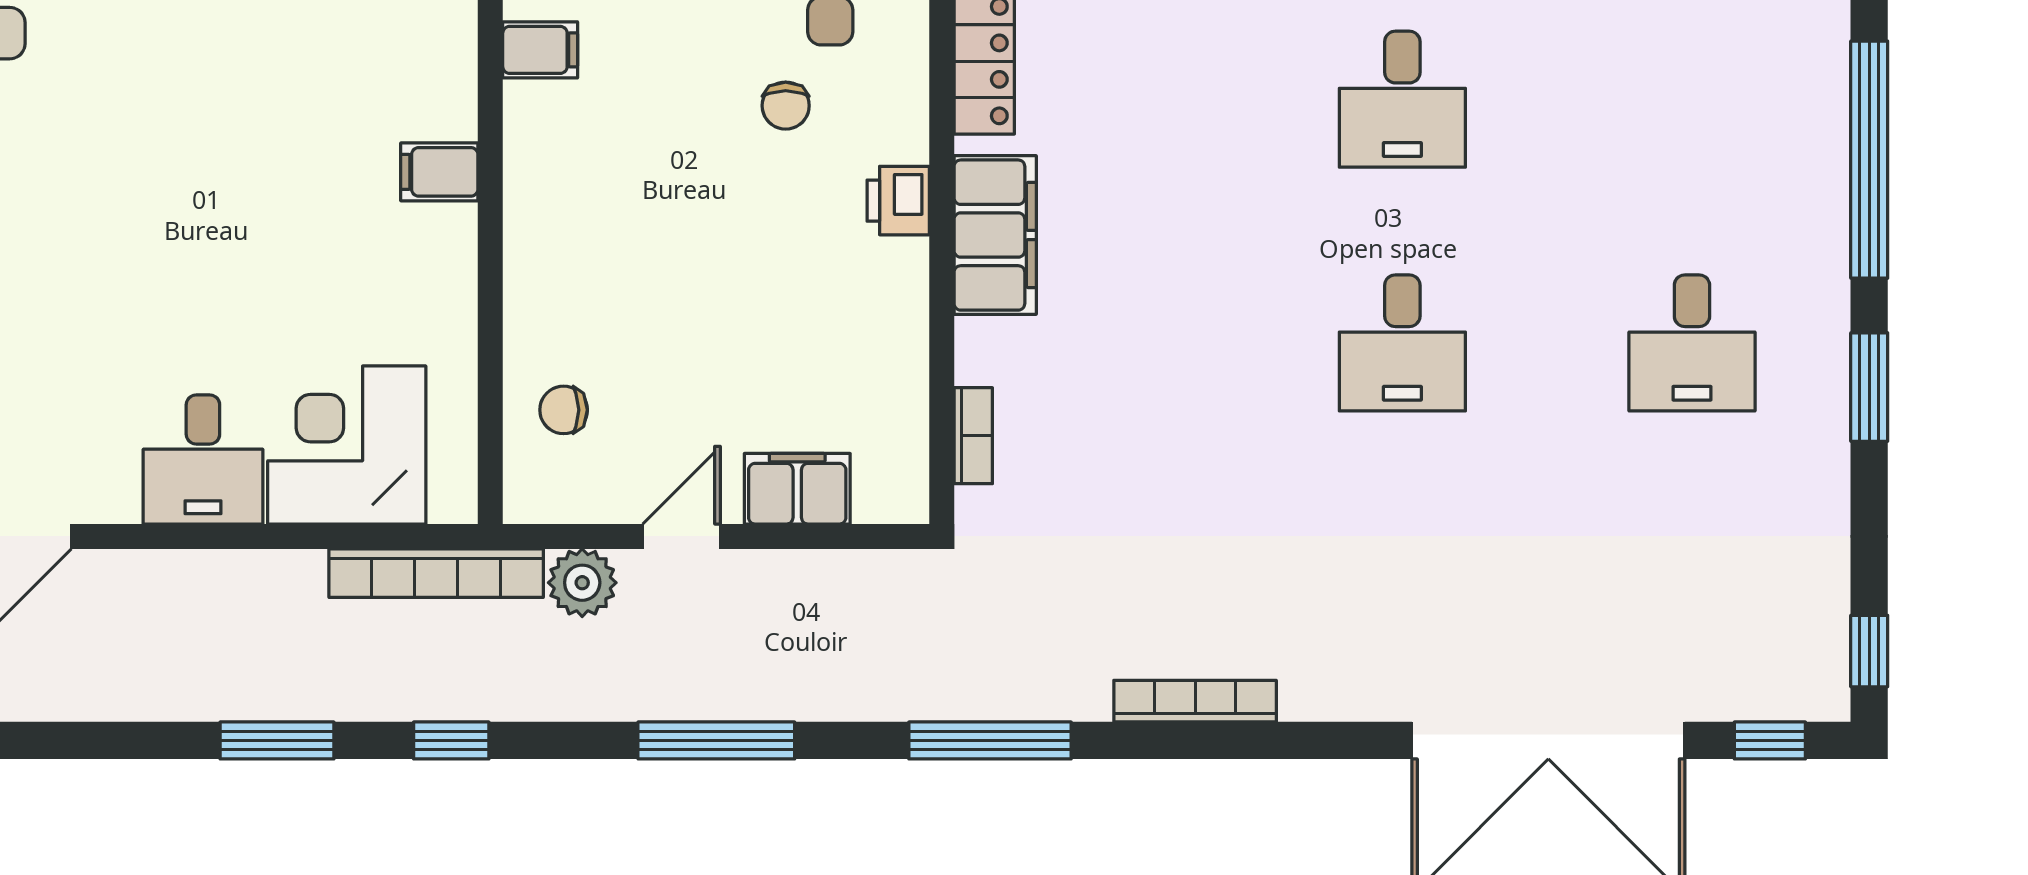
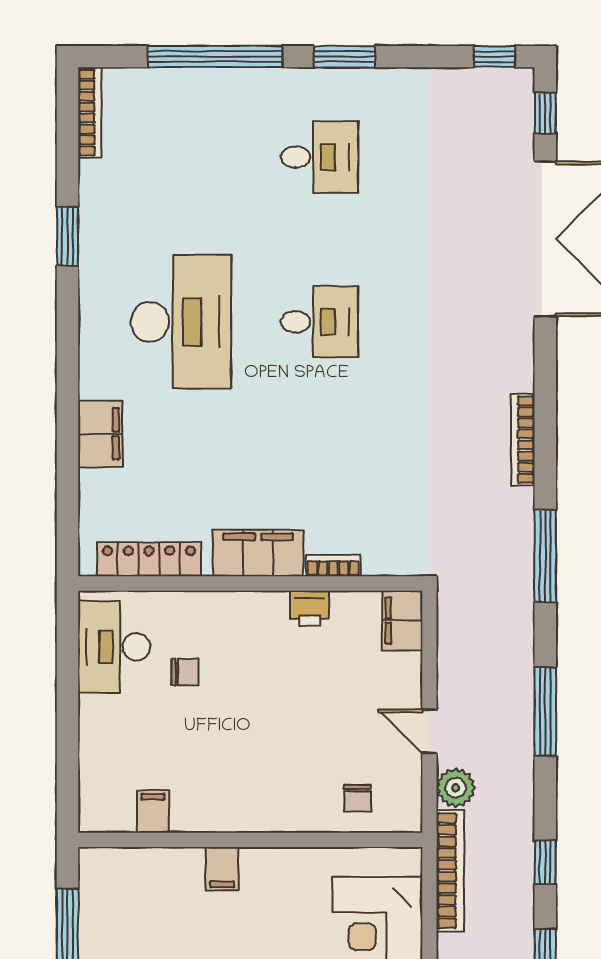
desk: (1402, 99) -> (181, 322), width x1.87, depth x1.30
printer: (898, 201) -> (309, 608), moved
bookcase: (973, 436) -> (333, 566), moved
filing cabinet: (797, 489) -> (402, 621), moved

